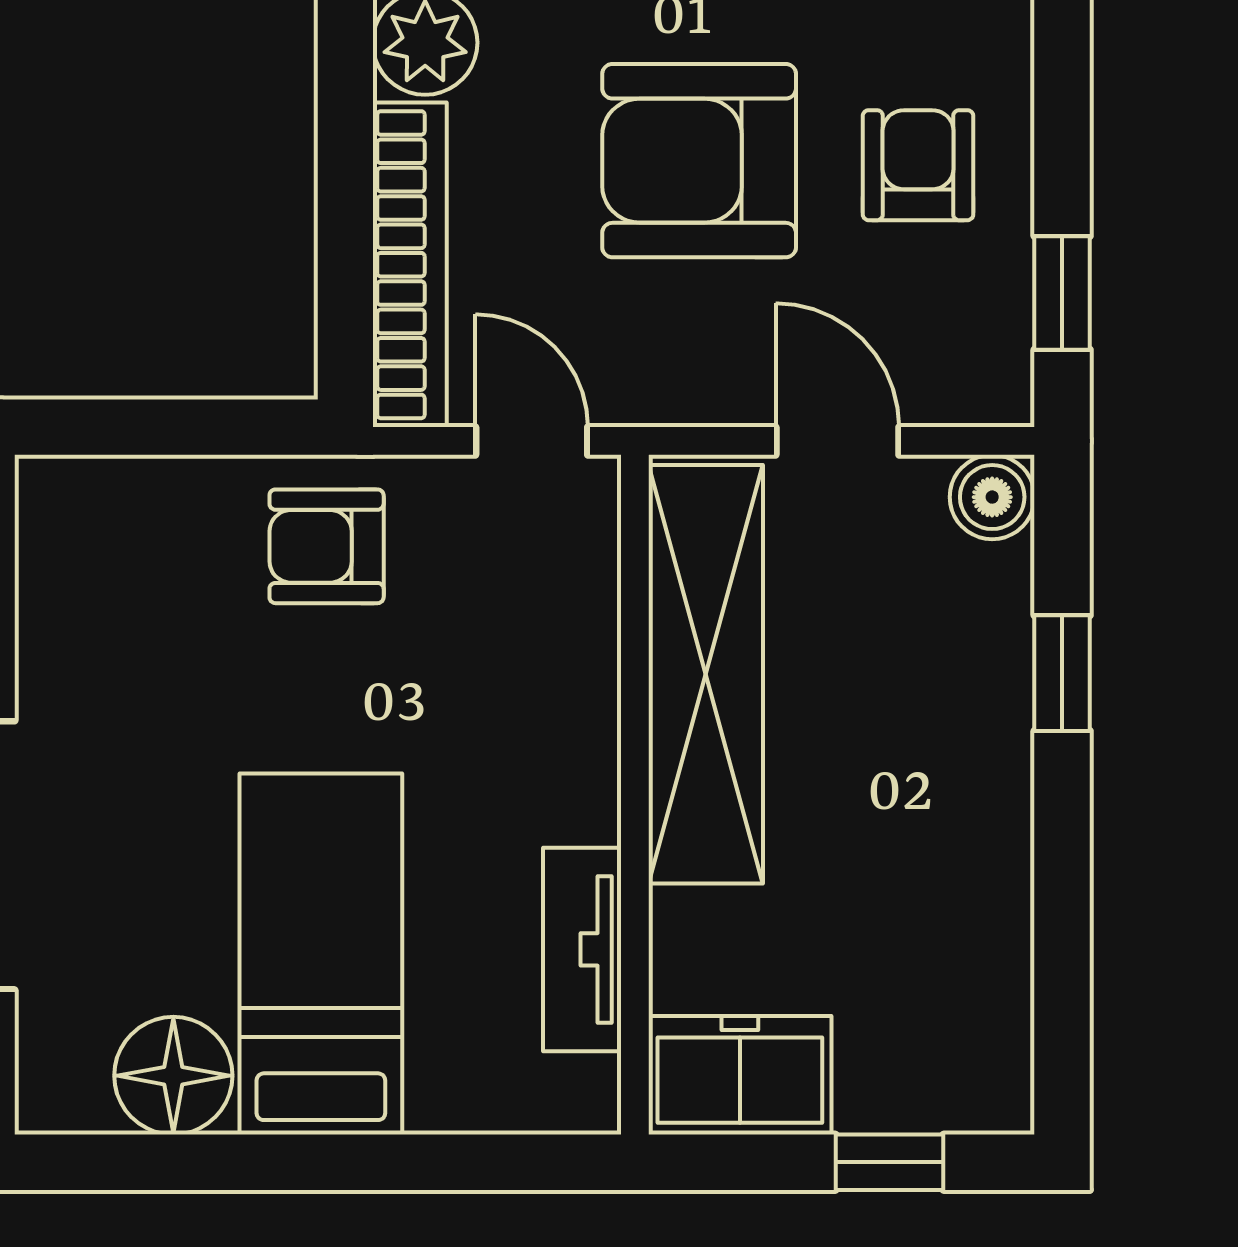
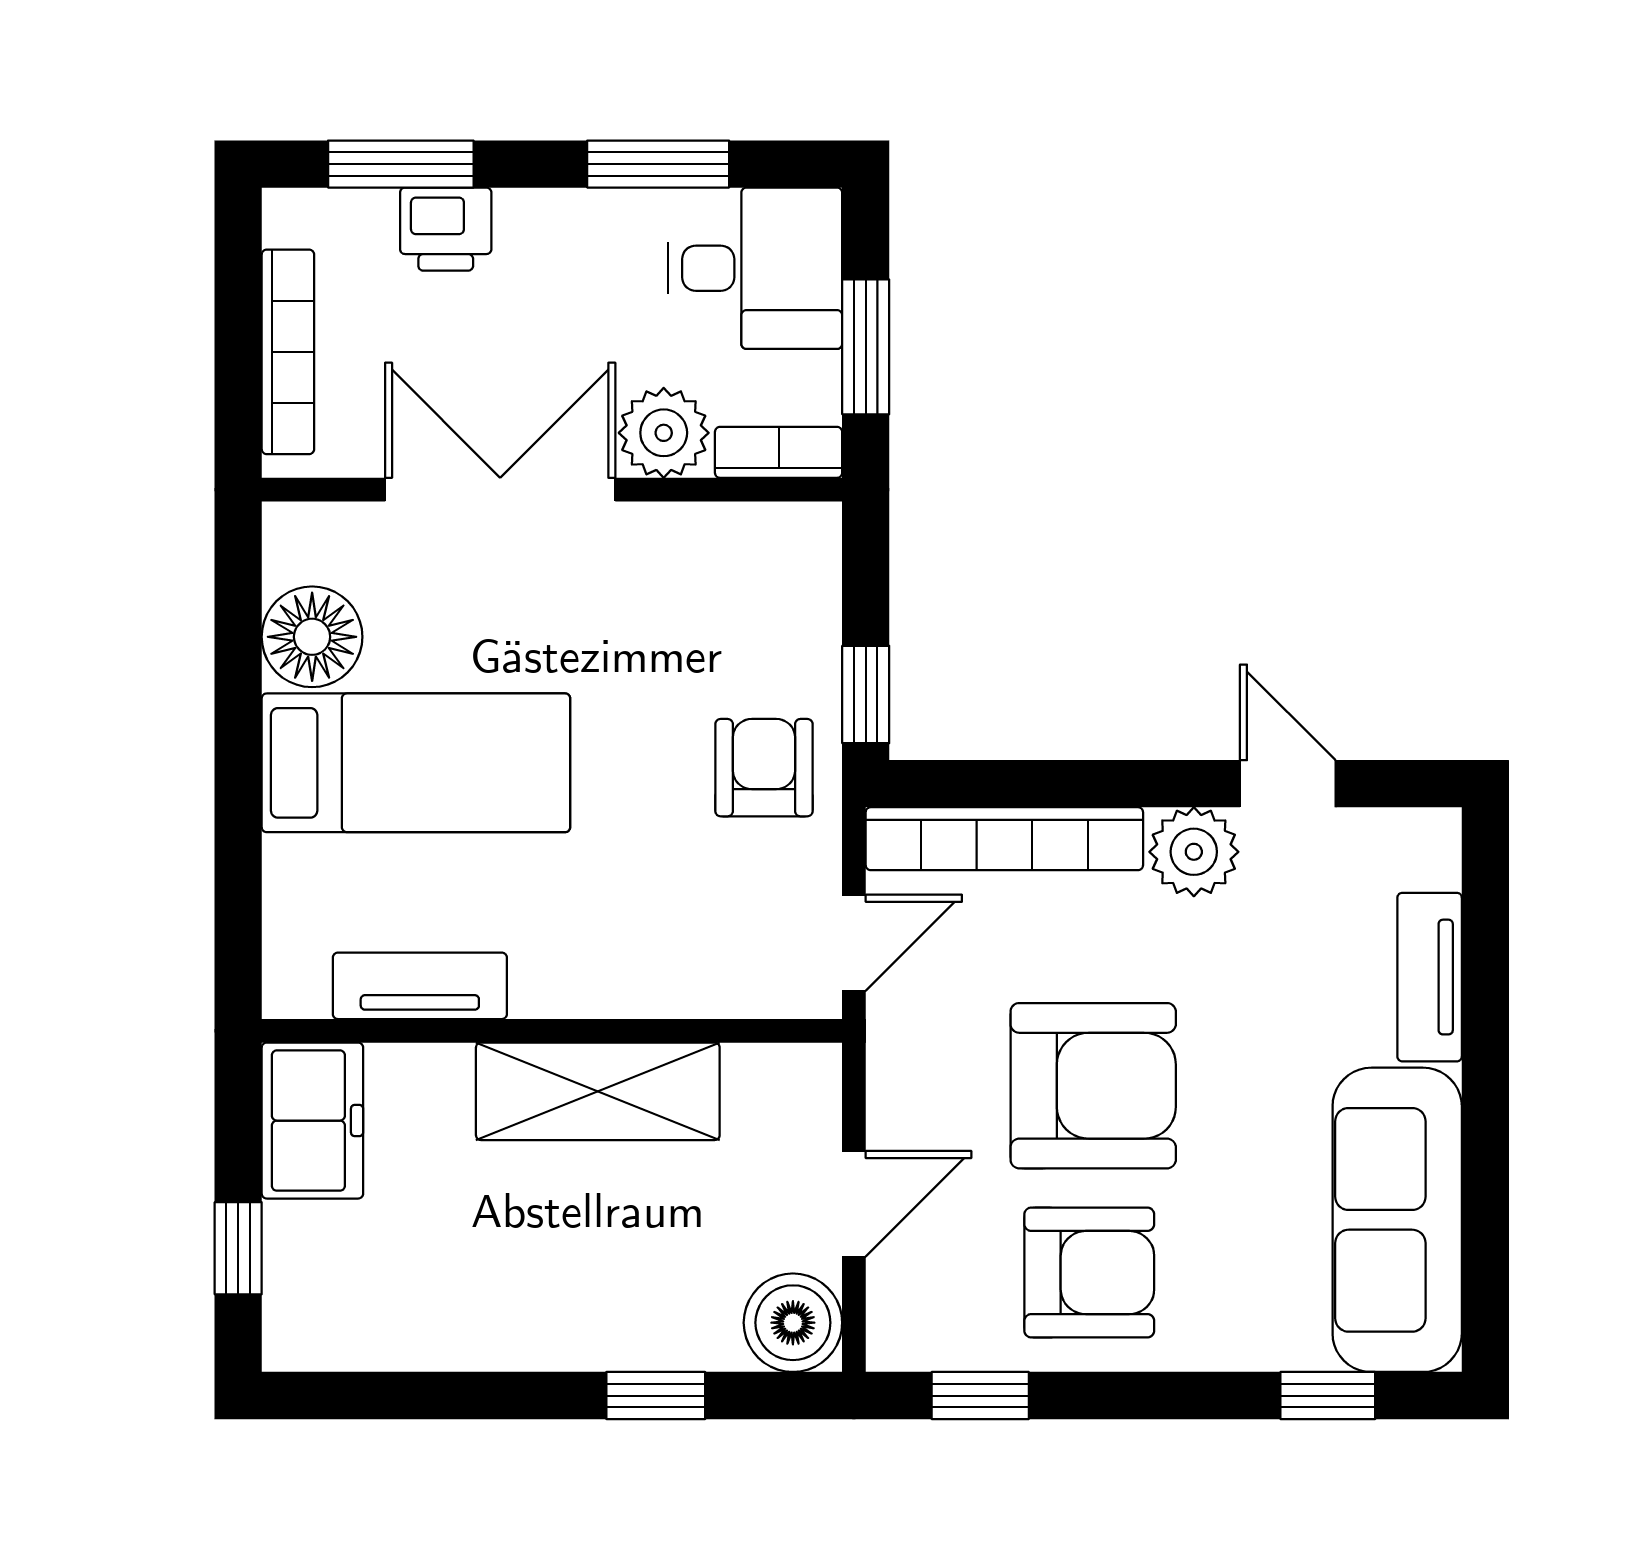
armchair: (699, 161) -> (1093, 1086), turned 90
armchair: (918, 165) -> (1089, 1273), width x1.38, depth x1.38
window: (241, 427) -> (866, 695), added
boiler: (992, 497) -> (793, 1323), width x1.36, depth x1.36
shelving: (706, 674) -> (598, 1091), width x0.68

